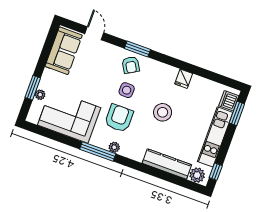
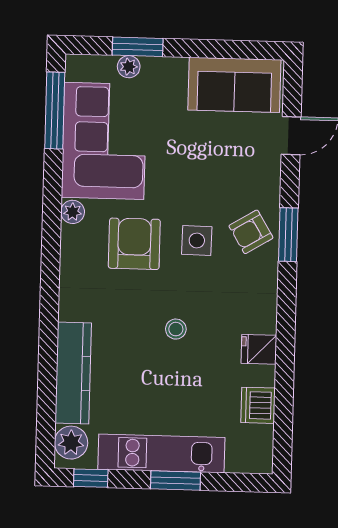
dishwasher: (229, 101) -> (258, 405), moved, turned -90
stool: (163, 112) -> (176, 329), width x0.53, depth x0.53
window: (237, 113) -> (176, 480), moved
armchair: (119, 118) -> (134, 244), turned -90
plant: (114, 147) -> (73, 212), moved
window: (98, 152) -> (55, 111), moved

